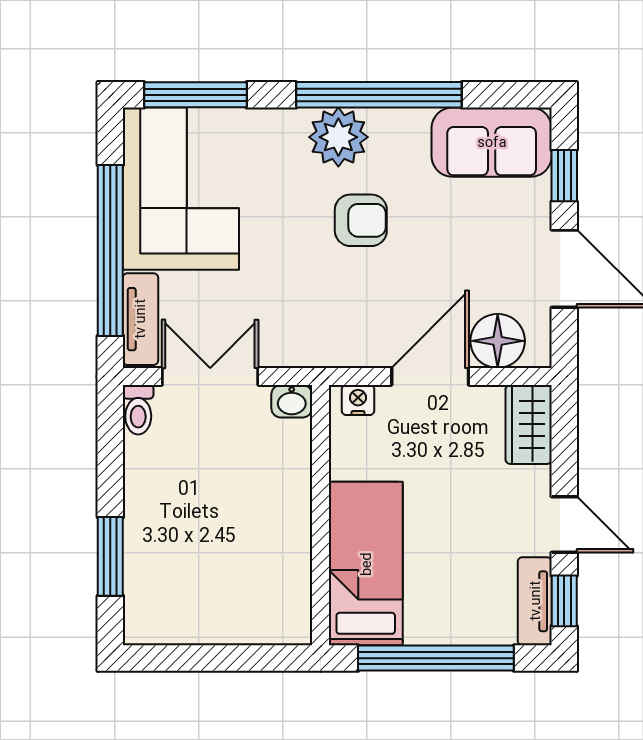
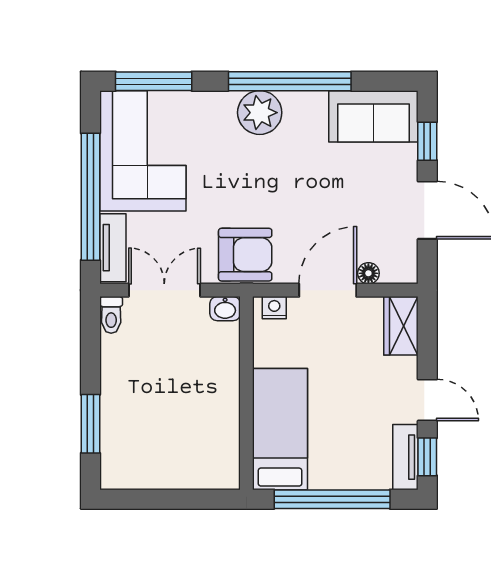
armchair: (361, 220) -> (245, 255), moved, width x1.38, depth x1.38
floor lamp: (498, 341) -> (368, 273), width x0.53, depth x0.53

